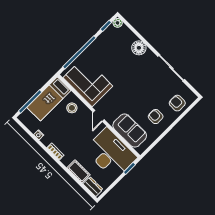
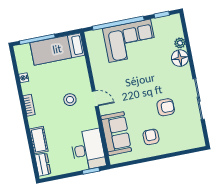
plant: (118, 23) -> (180, 43), moved
corner sofa: (88, 82) -> (130, 41), moved, turned 90
armchair: (177, 103) -> (166, 107), moved, turned 90
stool: (72, 108) -> (70, 100), moved
door: (99, 116) -> (95, 99), swing flipped
desk: (111, 154) -> (88, 150), width x0.73, depth x0.77

